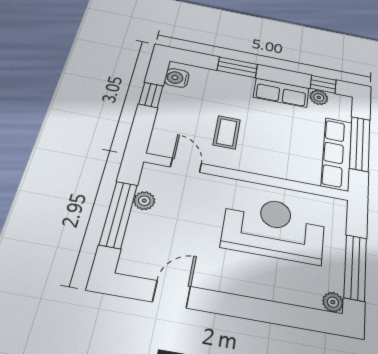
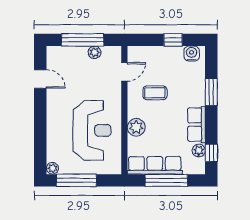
plant: (276, 166) -> (136, 127), added

